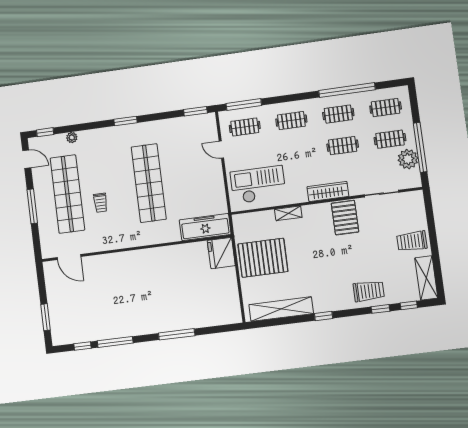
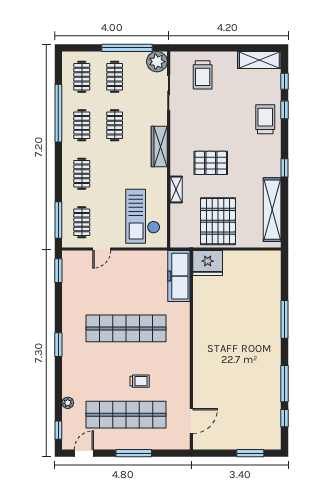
plant: (408, 159) -> (157, 62), moved
pallet: (345, 218) -> (211, 163), moved
trolley: (412, 241) -> (203, 75), moved

